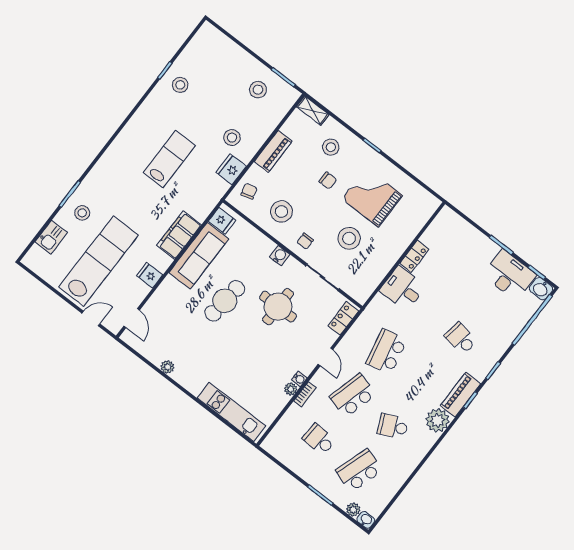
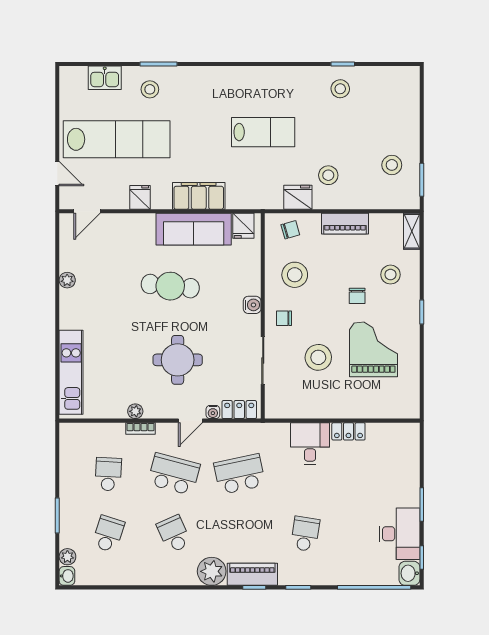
round table: (278, 307) -> (178, 360), moved
water cooler: (299, 379) -> (213, 412), moved
school desk: (359, 470) -> (108, 534), width x0.54

